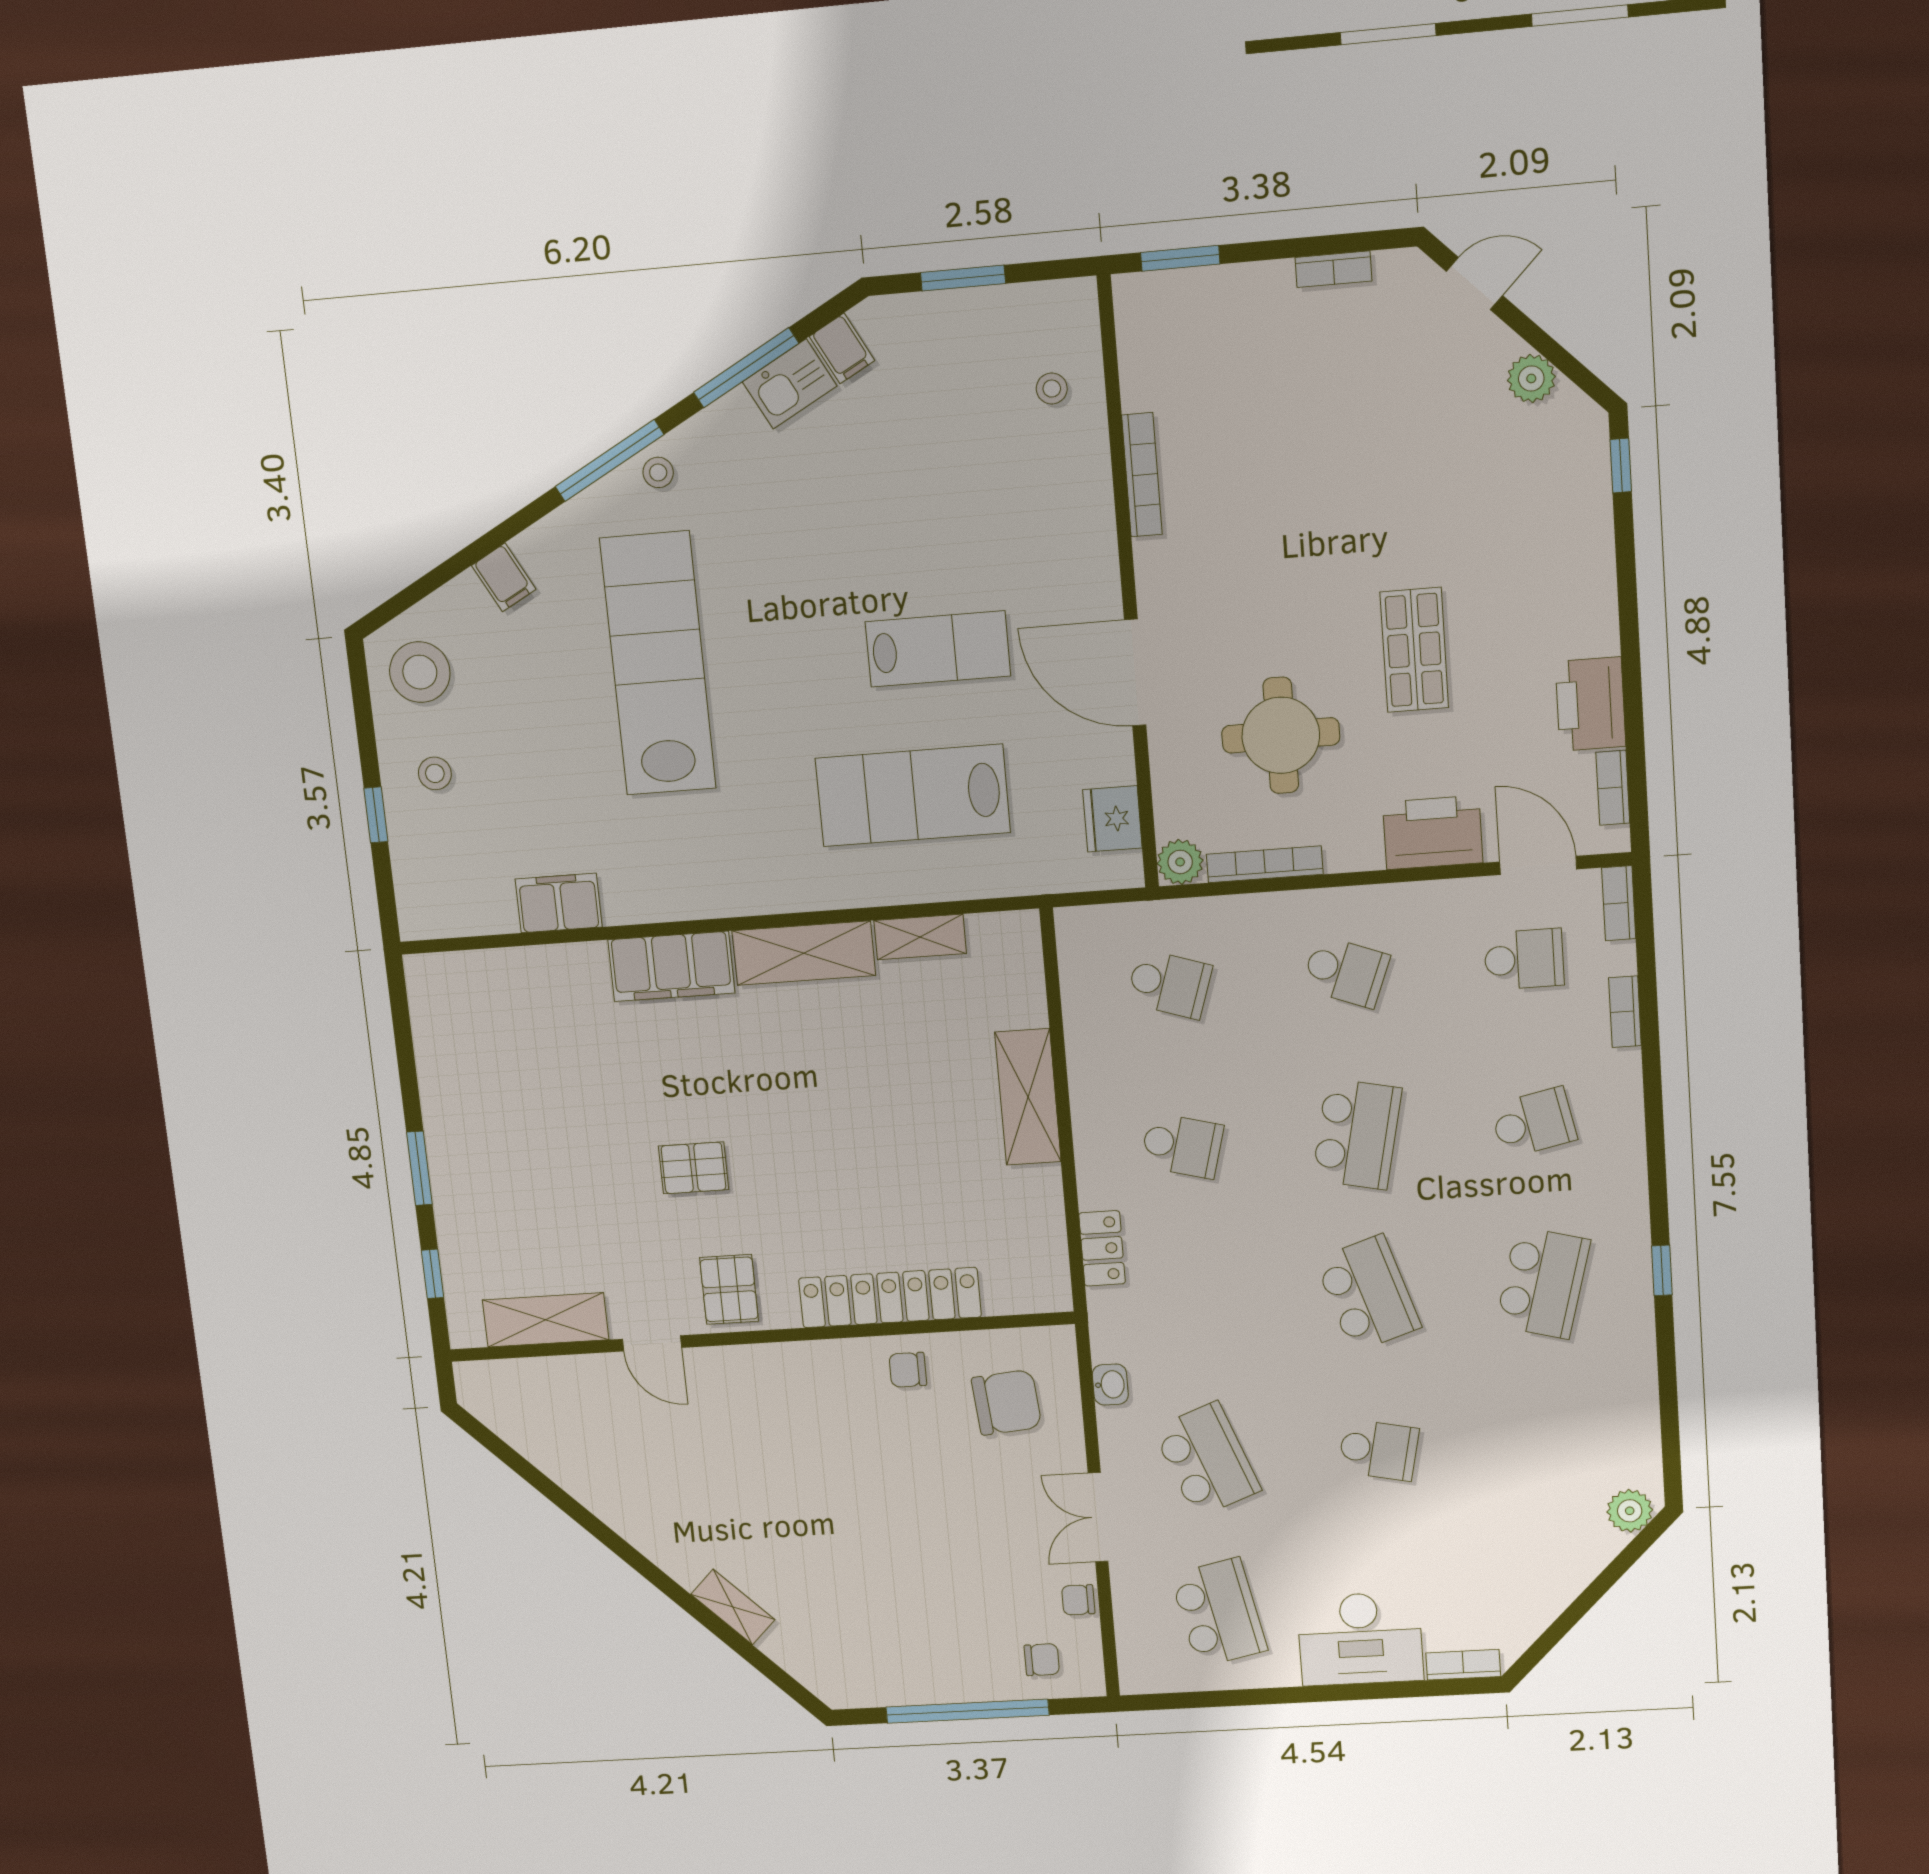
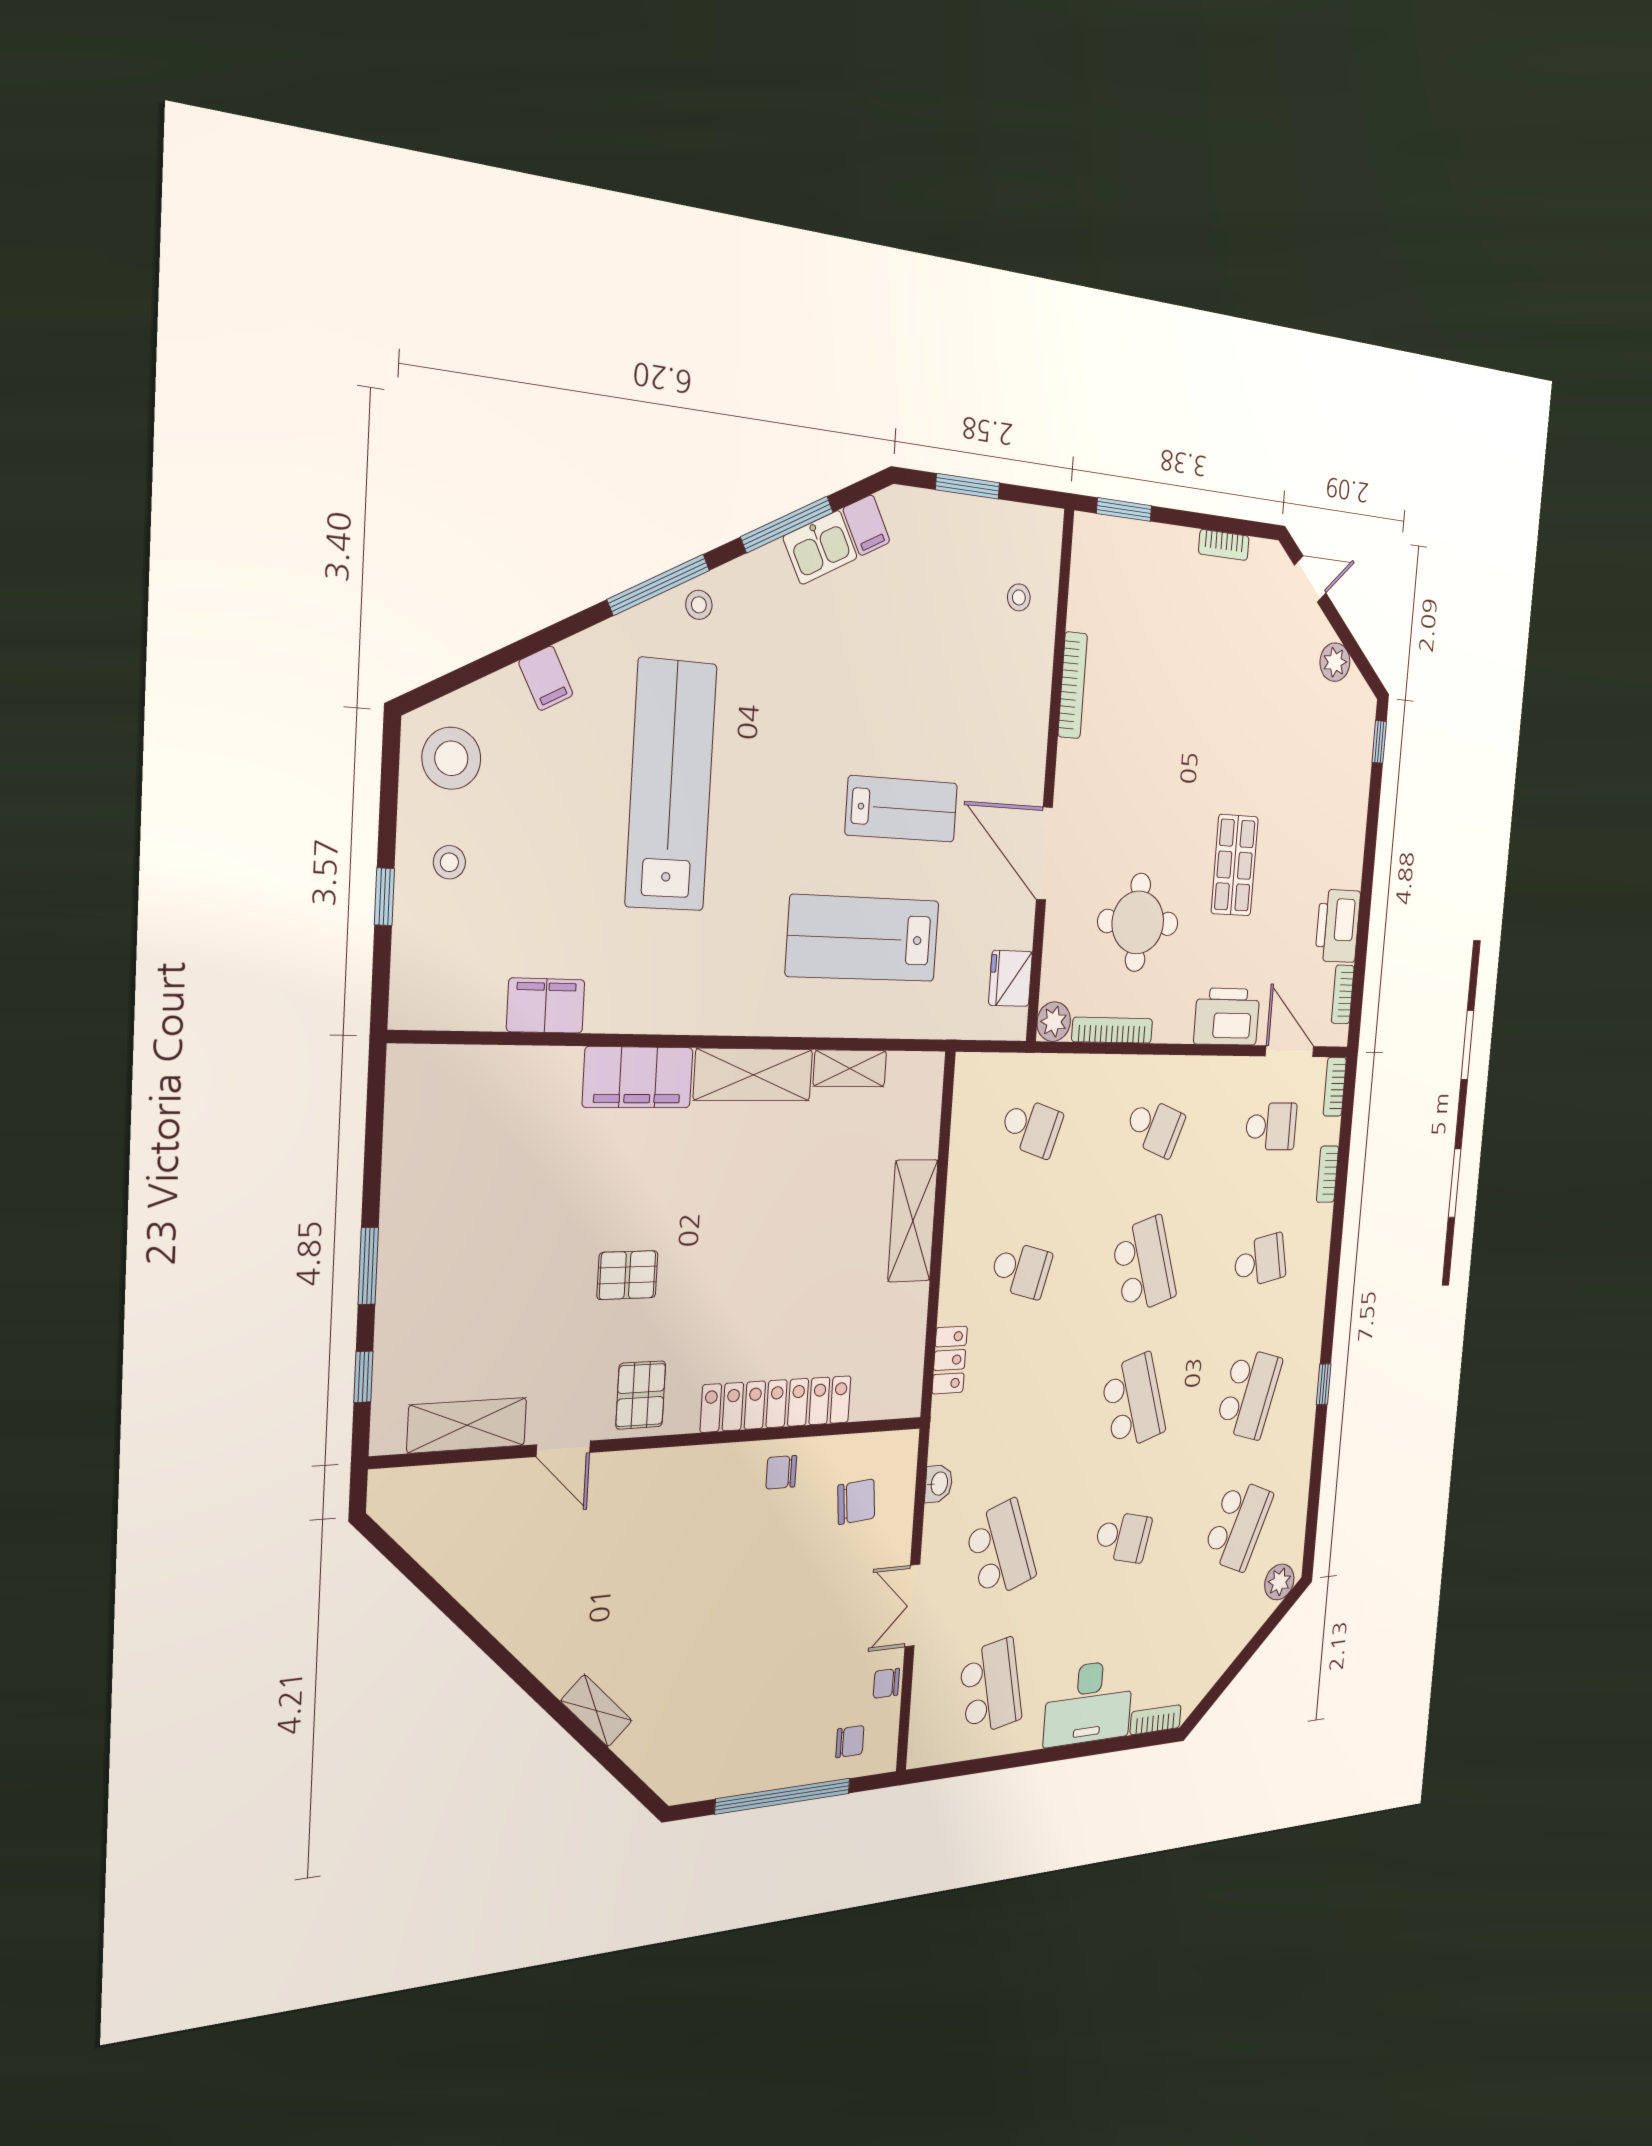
school desk: (1357, 1134) -> (1144, 1265), turned -30
chair: (1007, 1402) -> (856, 1502), width x0.73, depth x0.73
school desk: (1552, 1440) -> (1238, 1525), added

